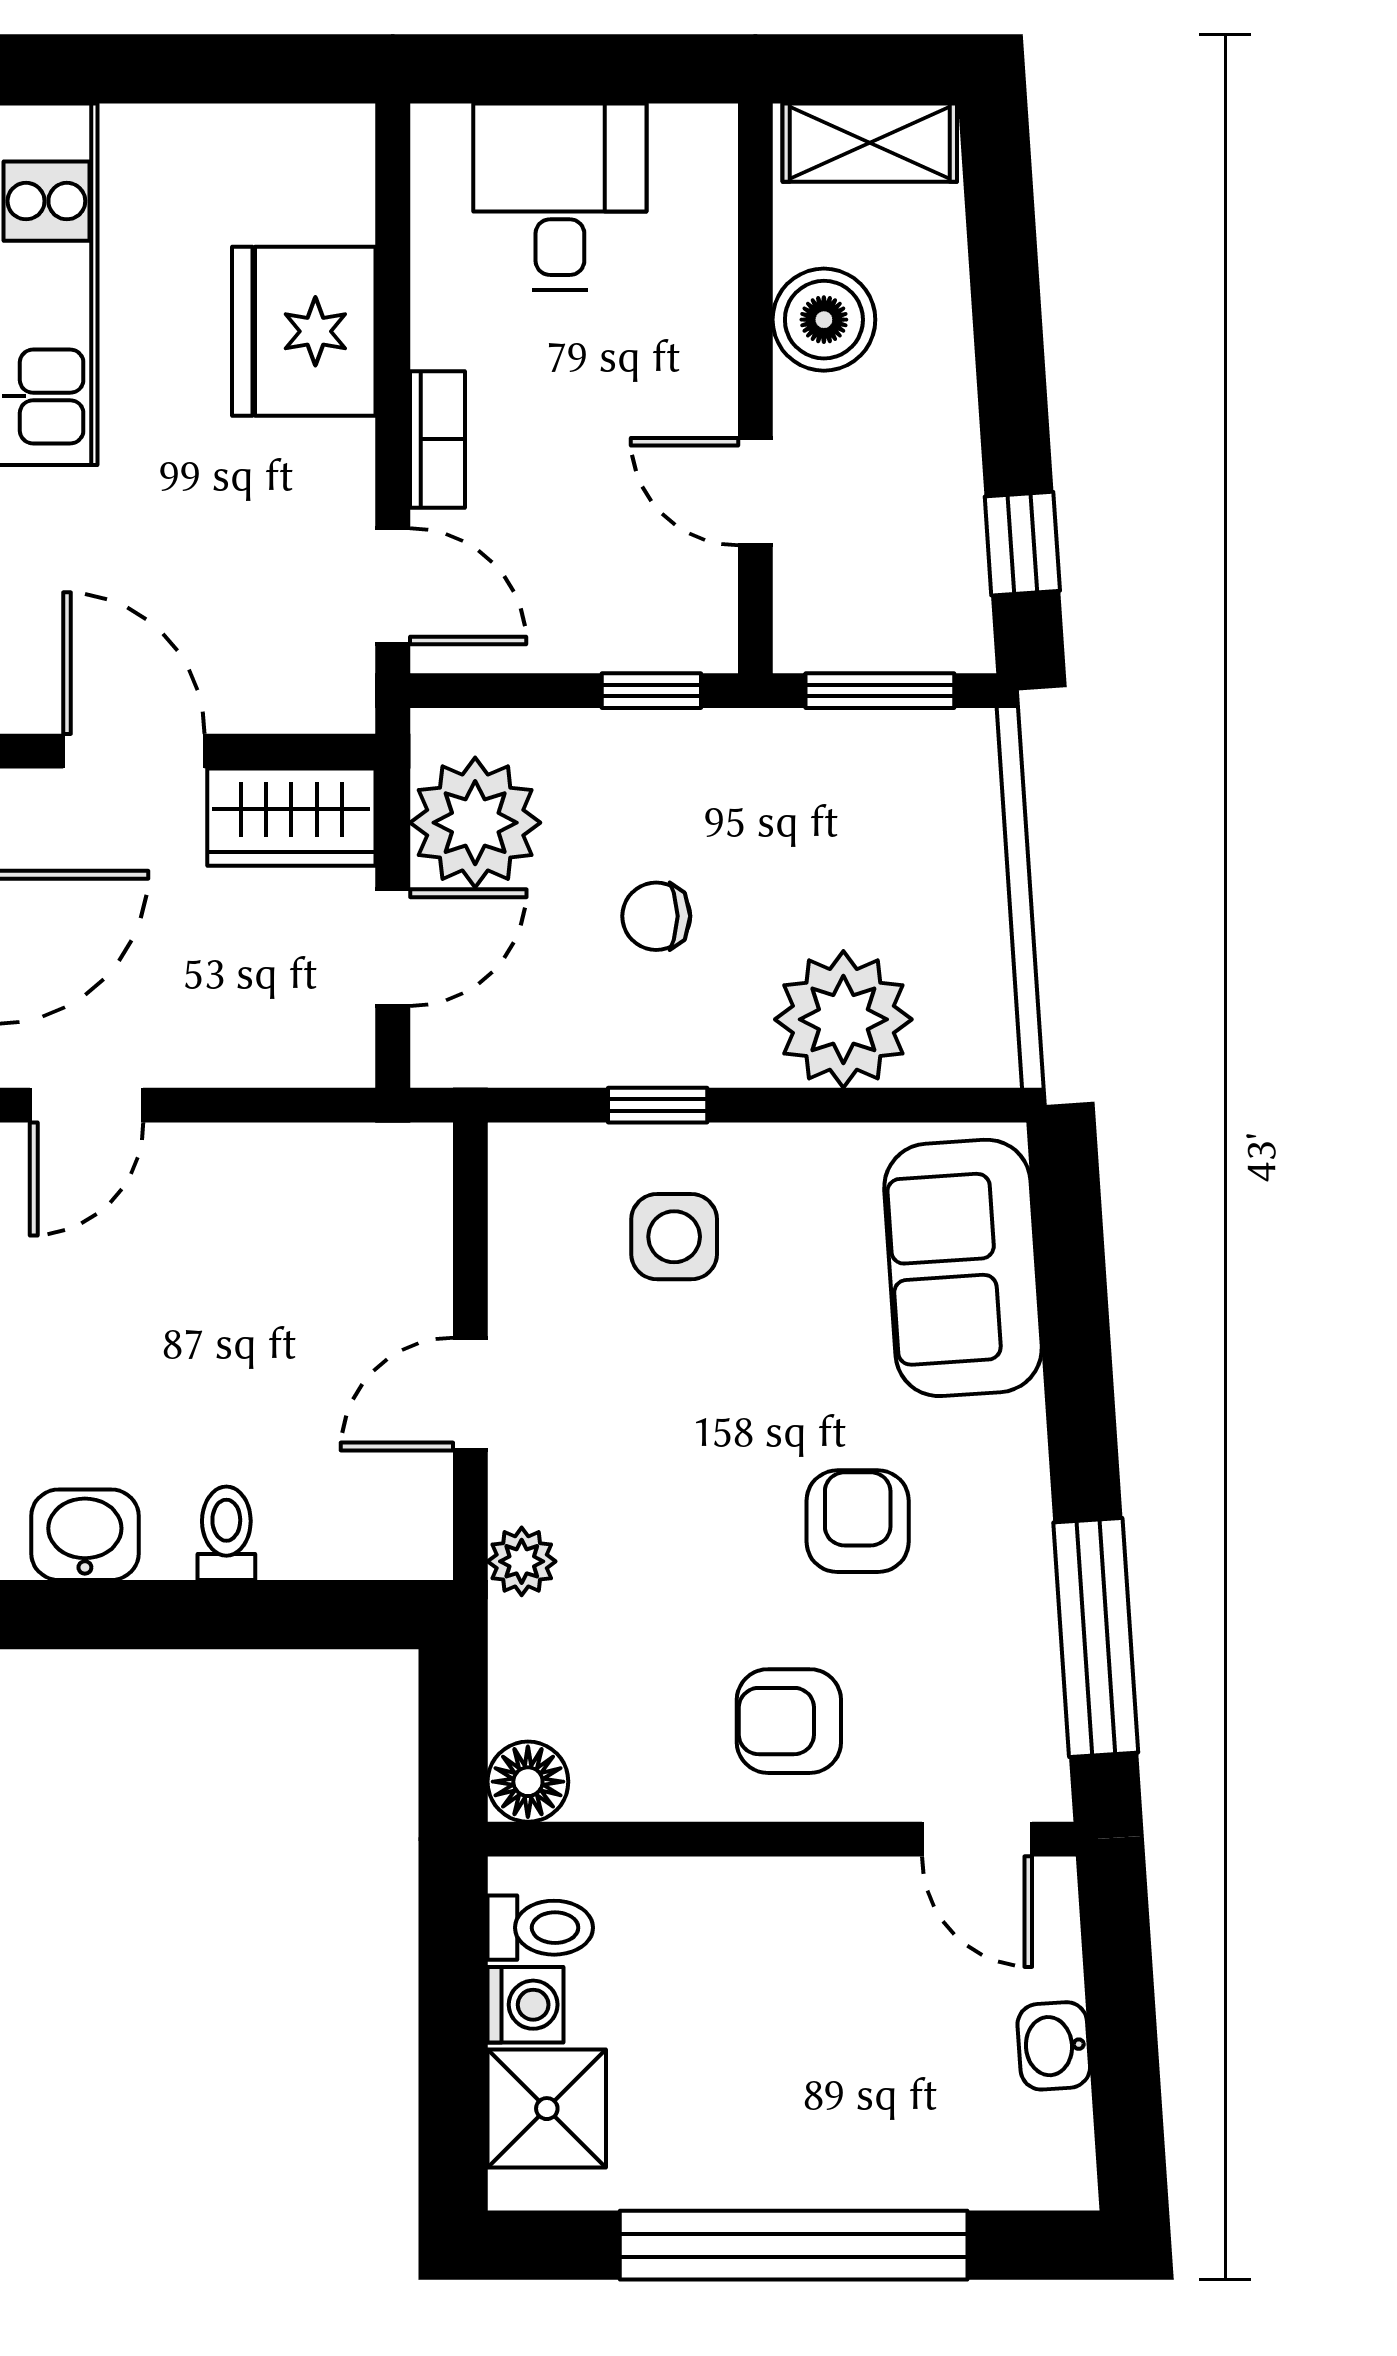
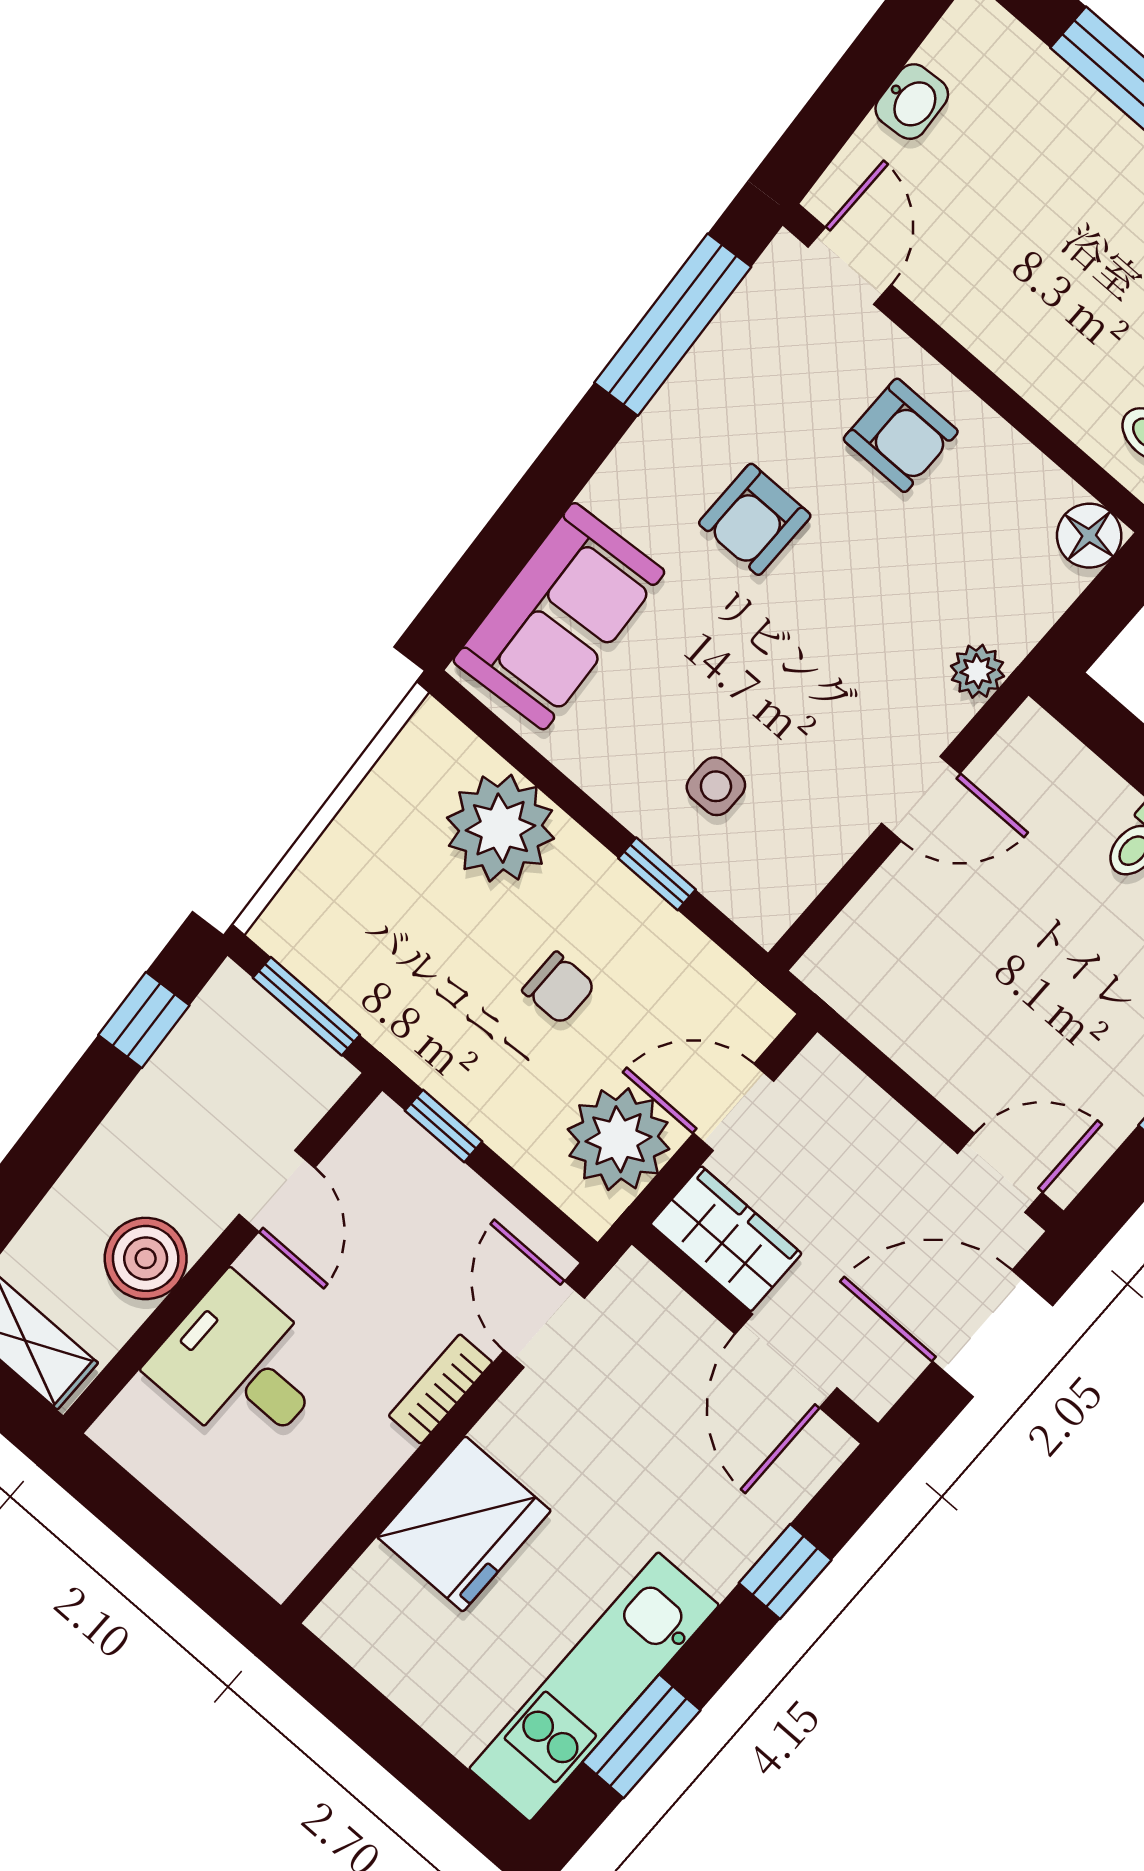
desk: (560, 197) -> (241, 1367), moved, turned 90
side table: (674, 1237) -> (716, 786), width x0.73, depth x0.73

